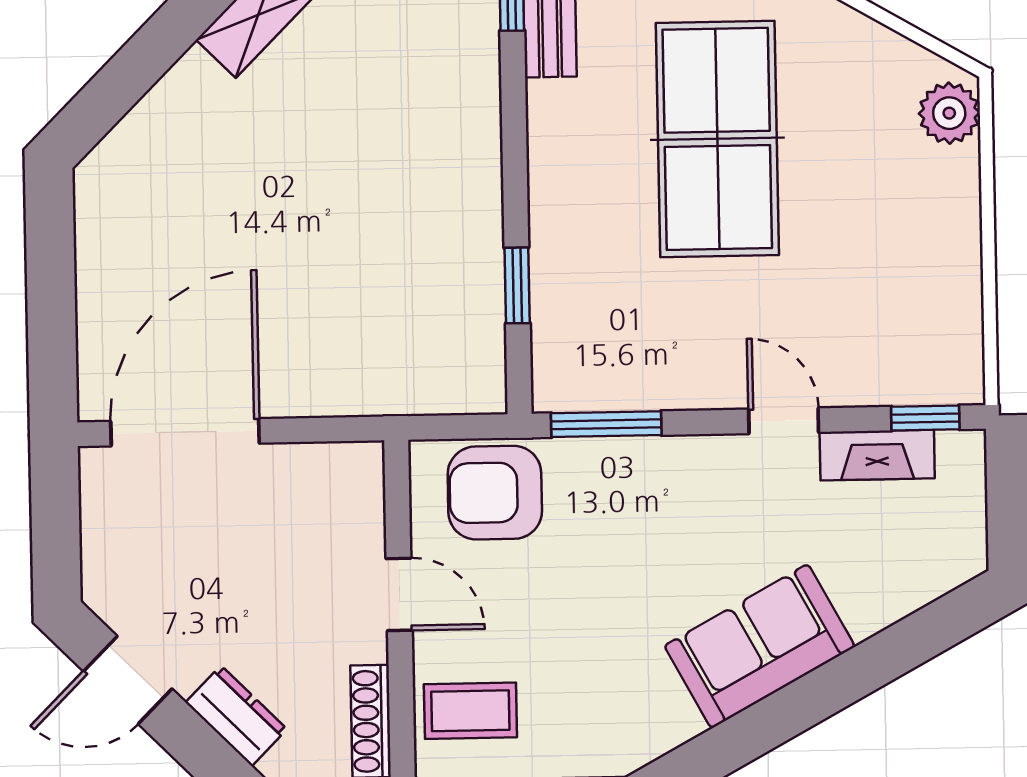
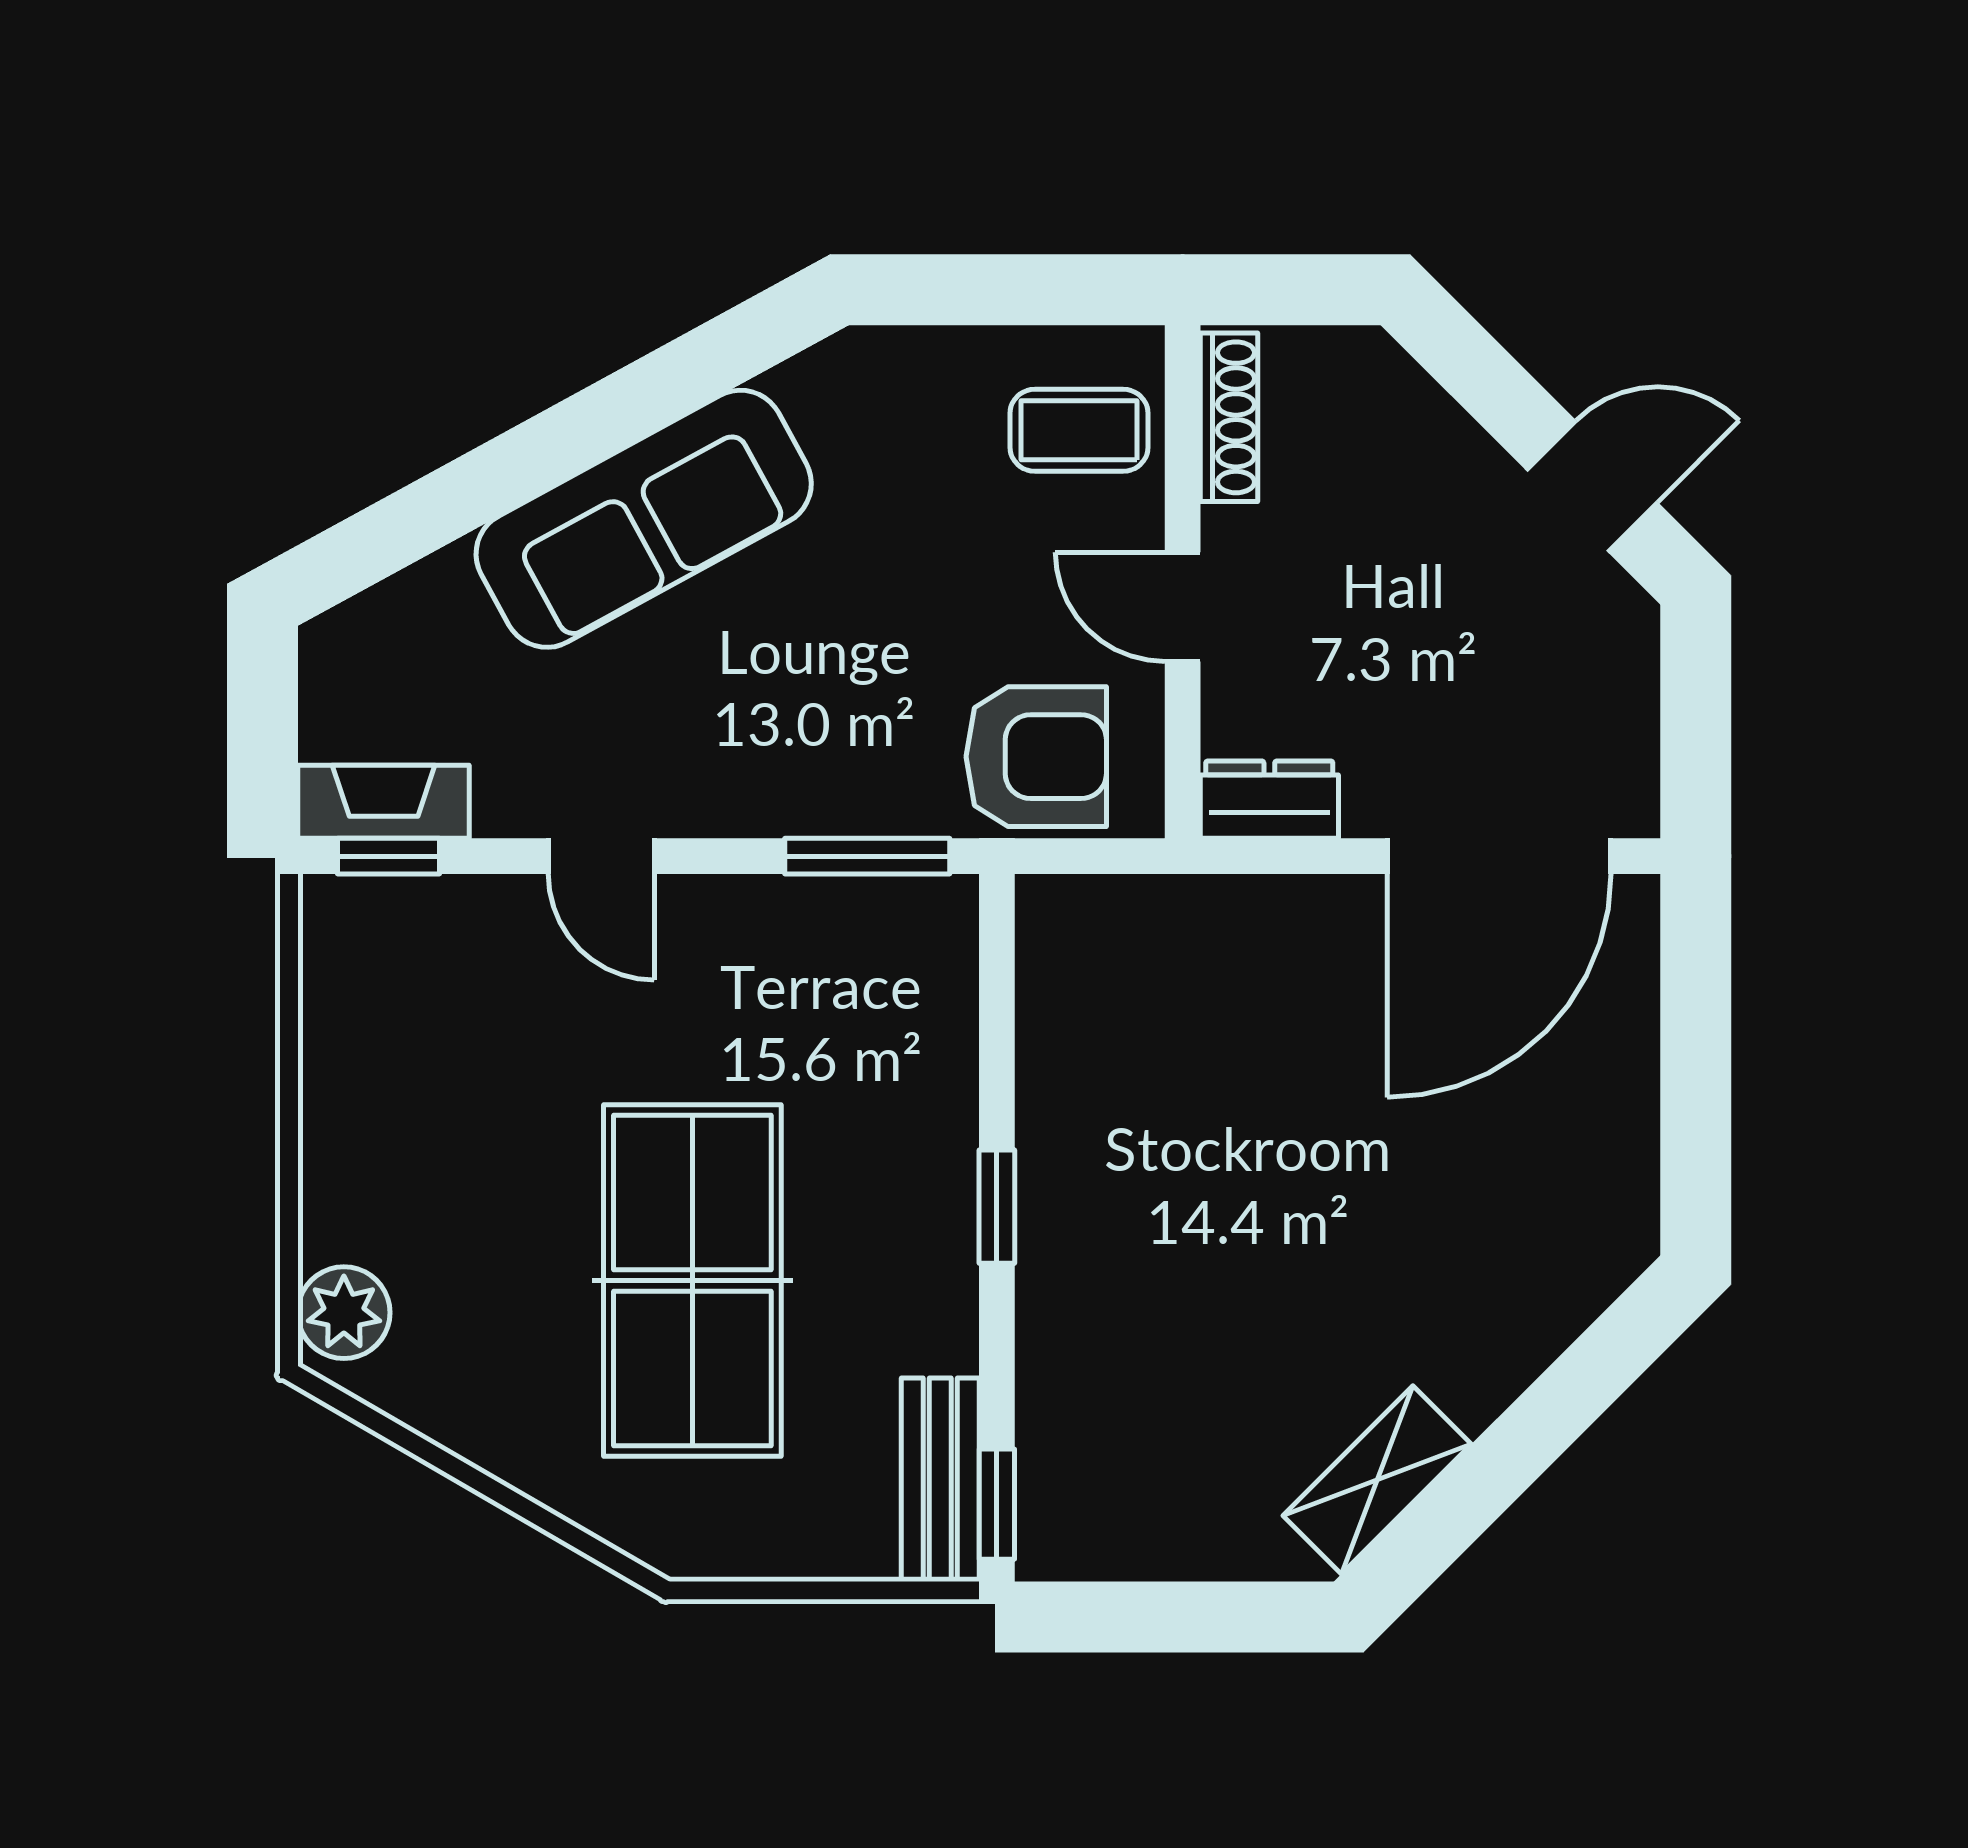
window: (517, 285) -> (997, 1207), moved
fireplace: (877, 455) -> (384, 802), moved
sofa: (760, 646) -> (644, 519), width x1.36
dresser: (236, 716) -> (1269, 800), moved, turned 135

